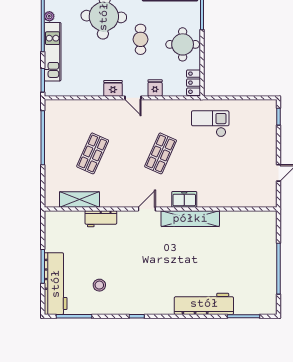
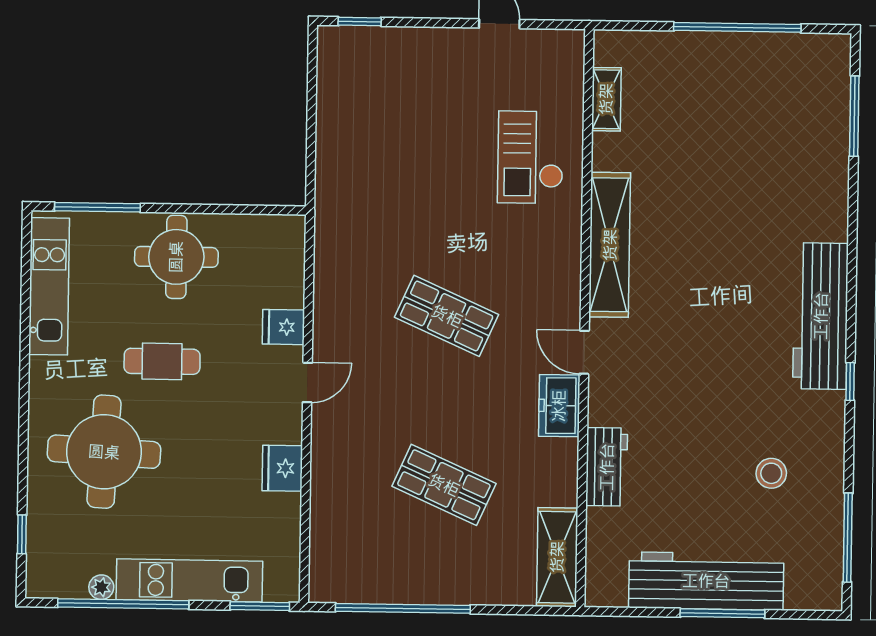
locker: (194, 83) -> (272, 231), removed
fridge: (113, 88) -> (282, 468), moved
checkout: (210, 124) -> (531, 157), moved
shelving: (79, 199) -> (557, 557), moved
freezer: (184, 199) -> (559, 406), moved
shelving: (249, 216) -> (606, 99), added
workbench: (56, 284) -> (706, 581), moved
workbench: (204, 304) -> (821, 316), moved

